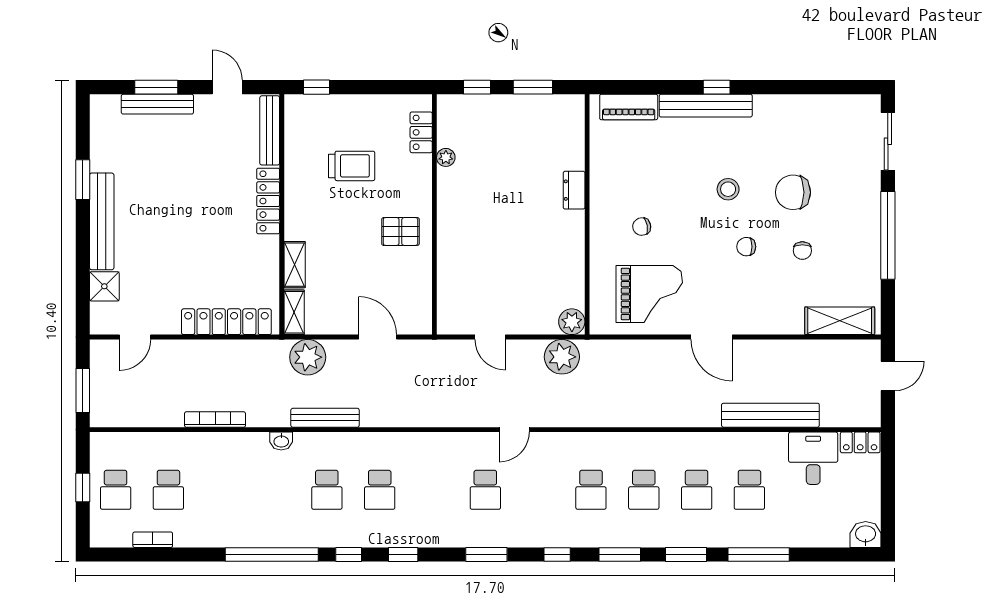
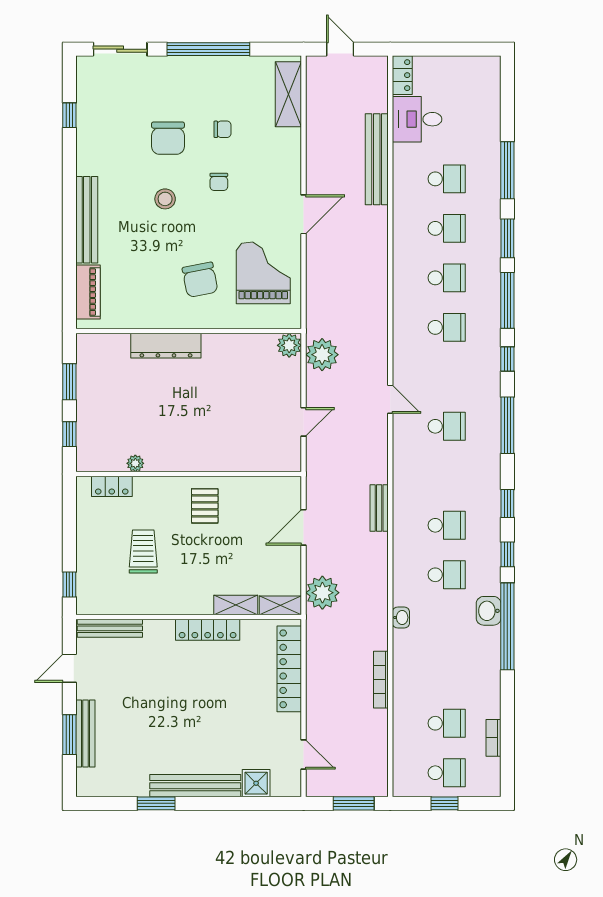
window: (717, 87) -> (69, 115), moved
dresser: (574, 190) -> (166, 346), width x1.96, depth x1.24
locker: (268, 201) -> (208, 630), moved
chair: (642, 227) -> (200, 280), width x1.87, depth x1.87
bench: (325, 418) -> (379, 508), moved, width x0.73
washbasin: (866, 535) -> (489, 611), moved
window: (486, 555) -> (507, 425), width x1.44
window: (620, 555) -> (507, 300), width x1.44

